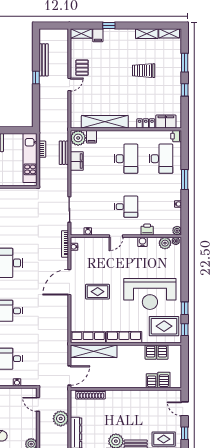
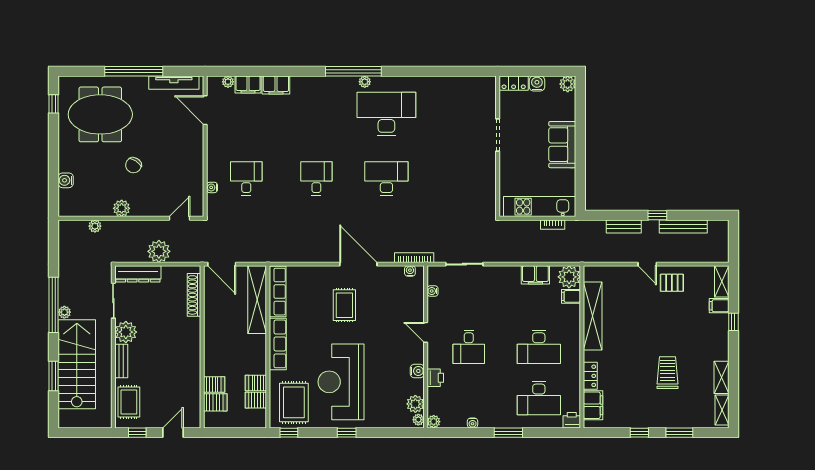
bench: (64, 153) -> (624, 226), moved
window: (185, 308) -> (347, 433), moved

